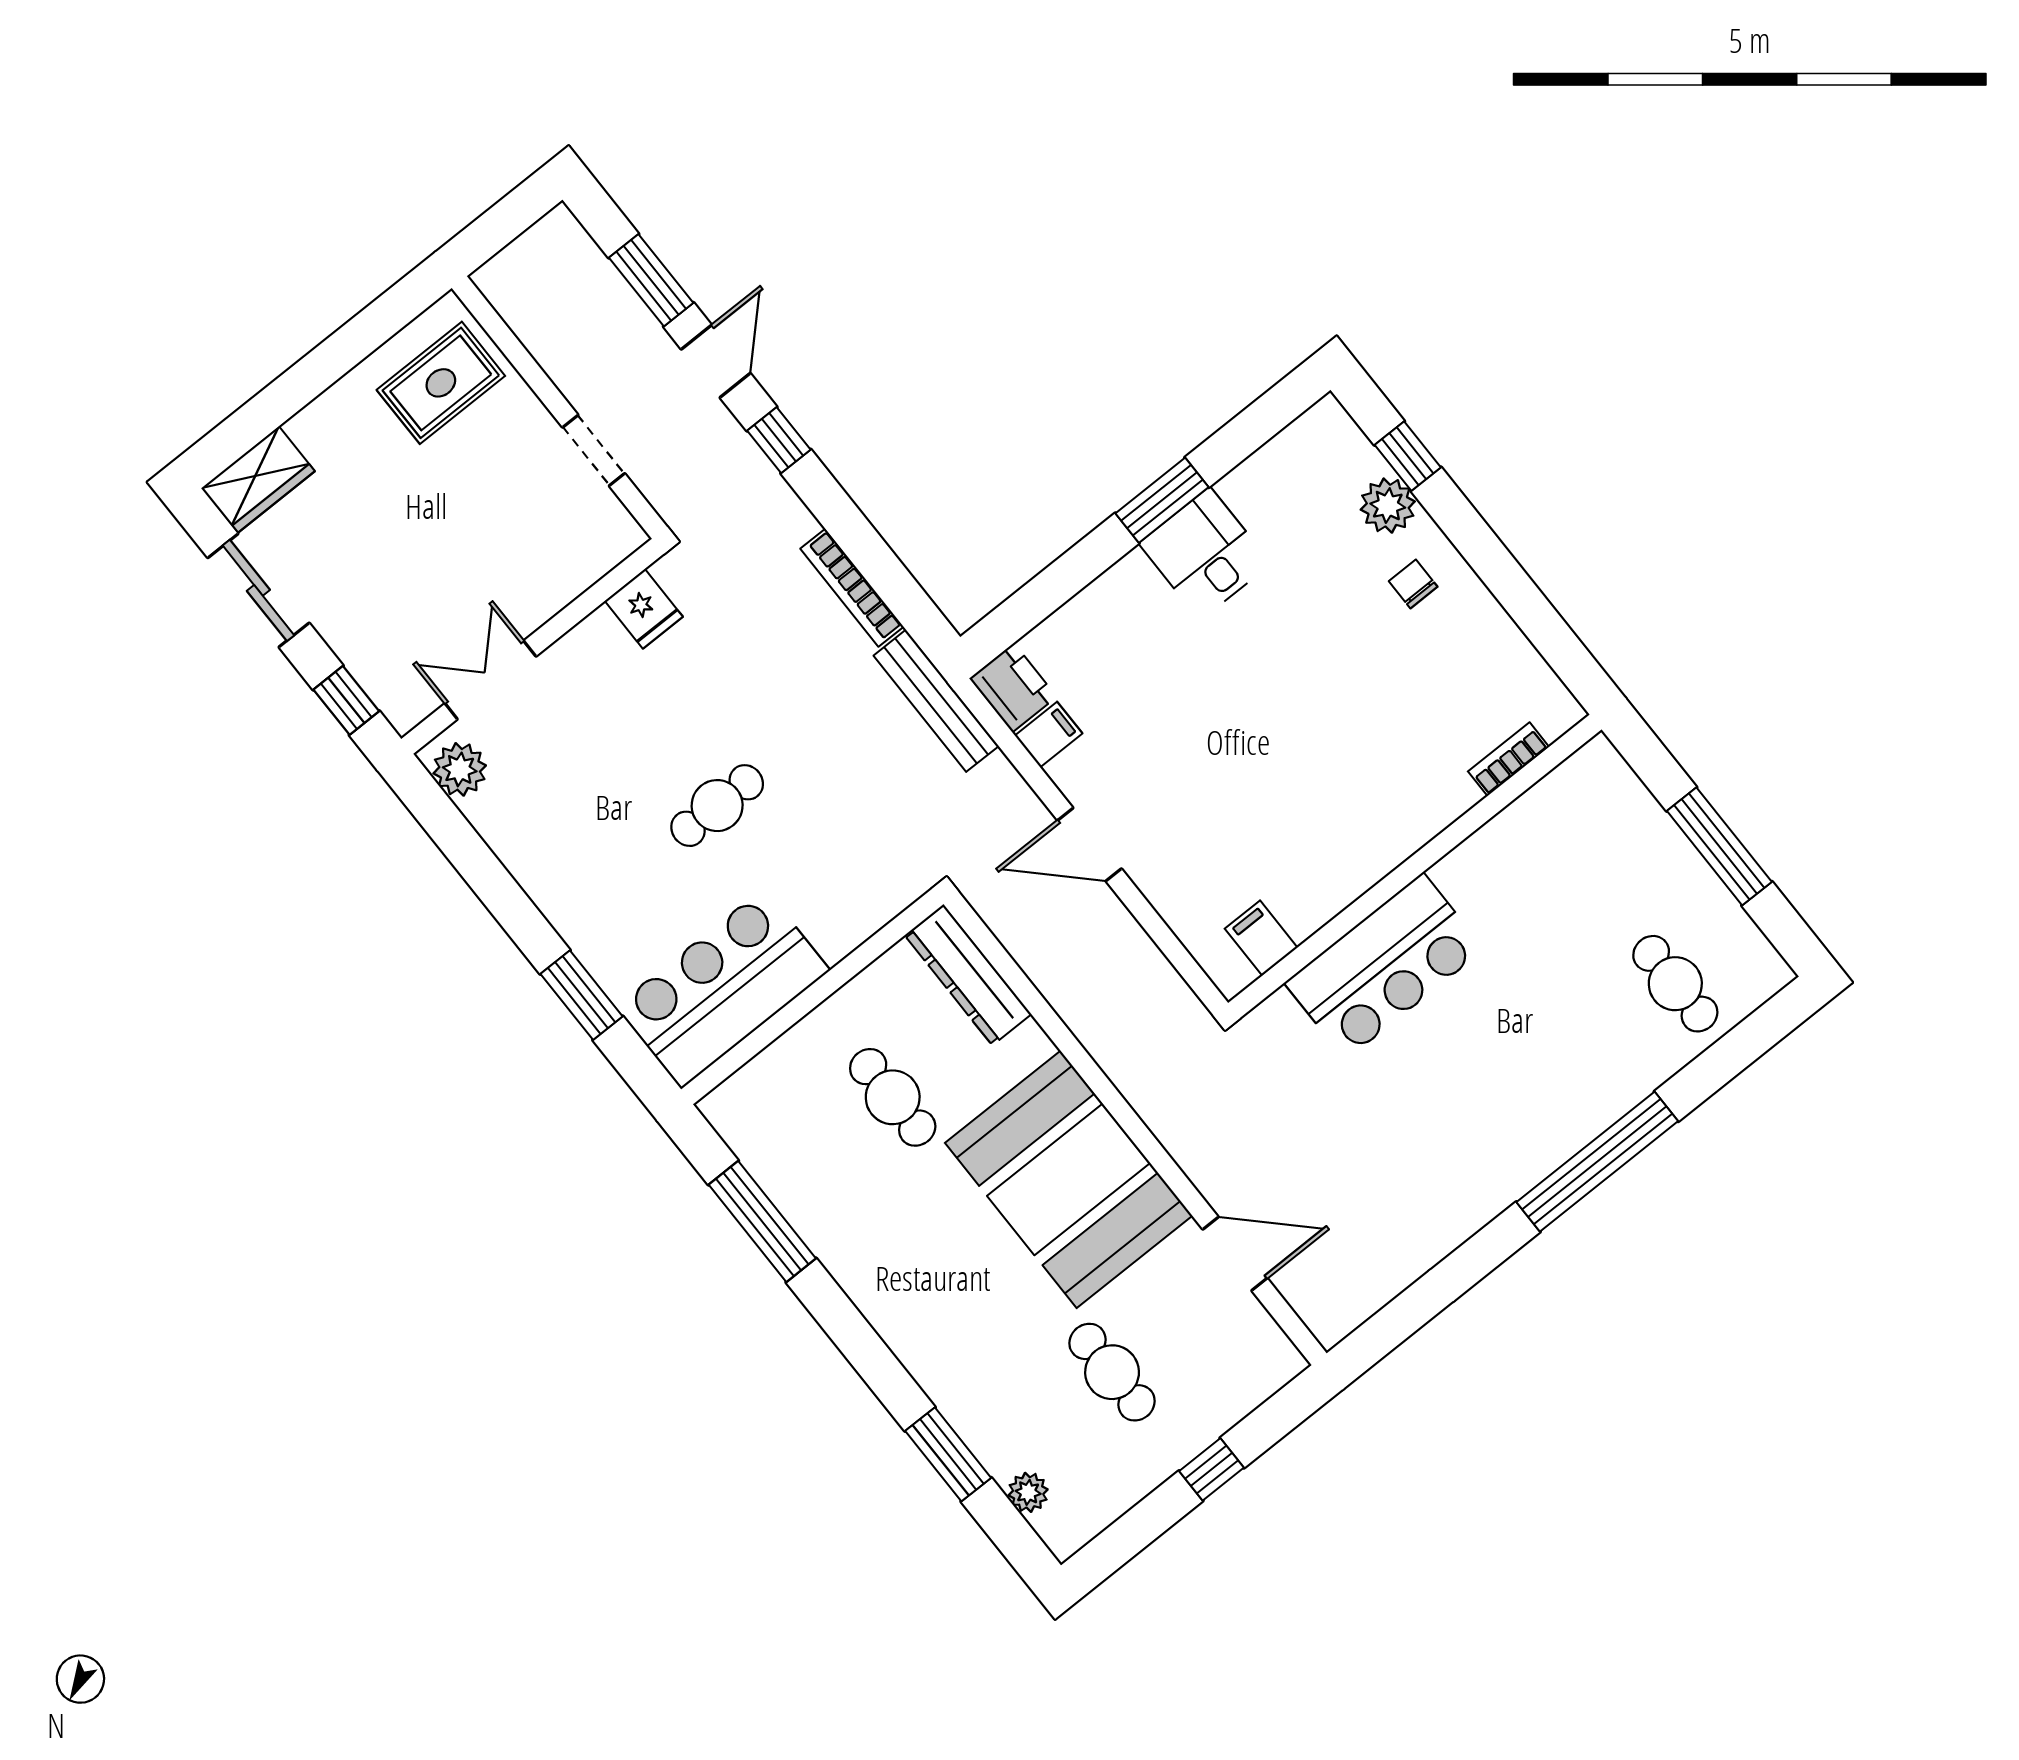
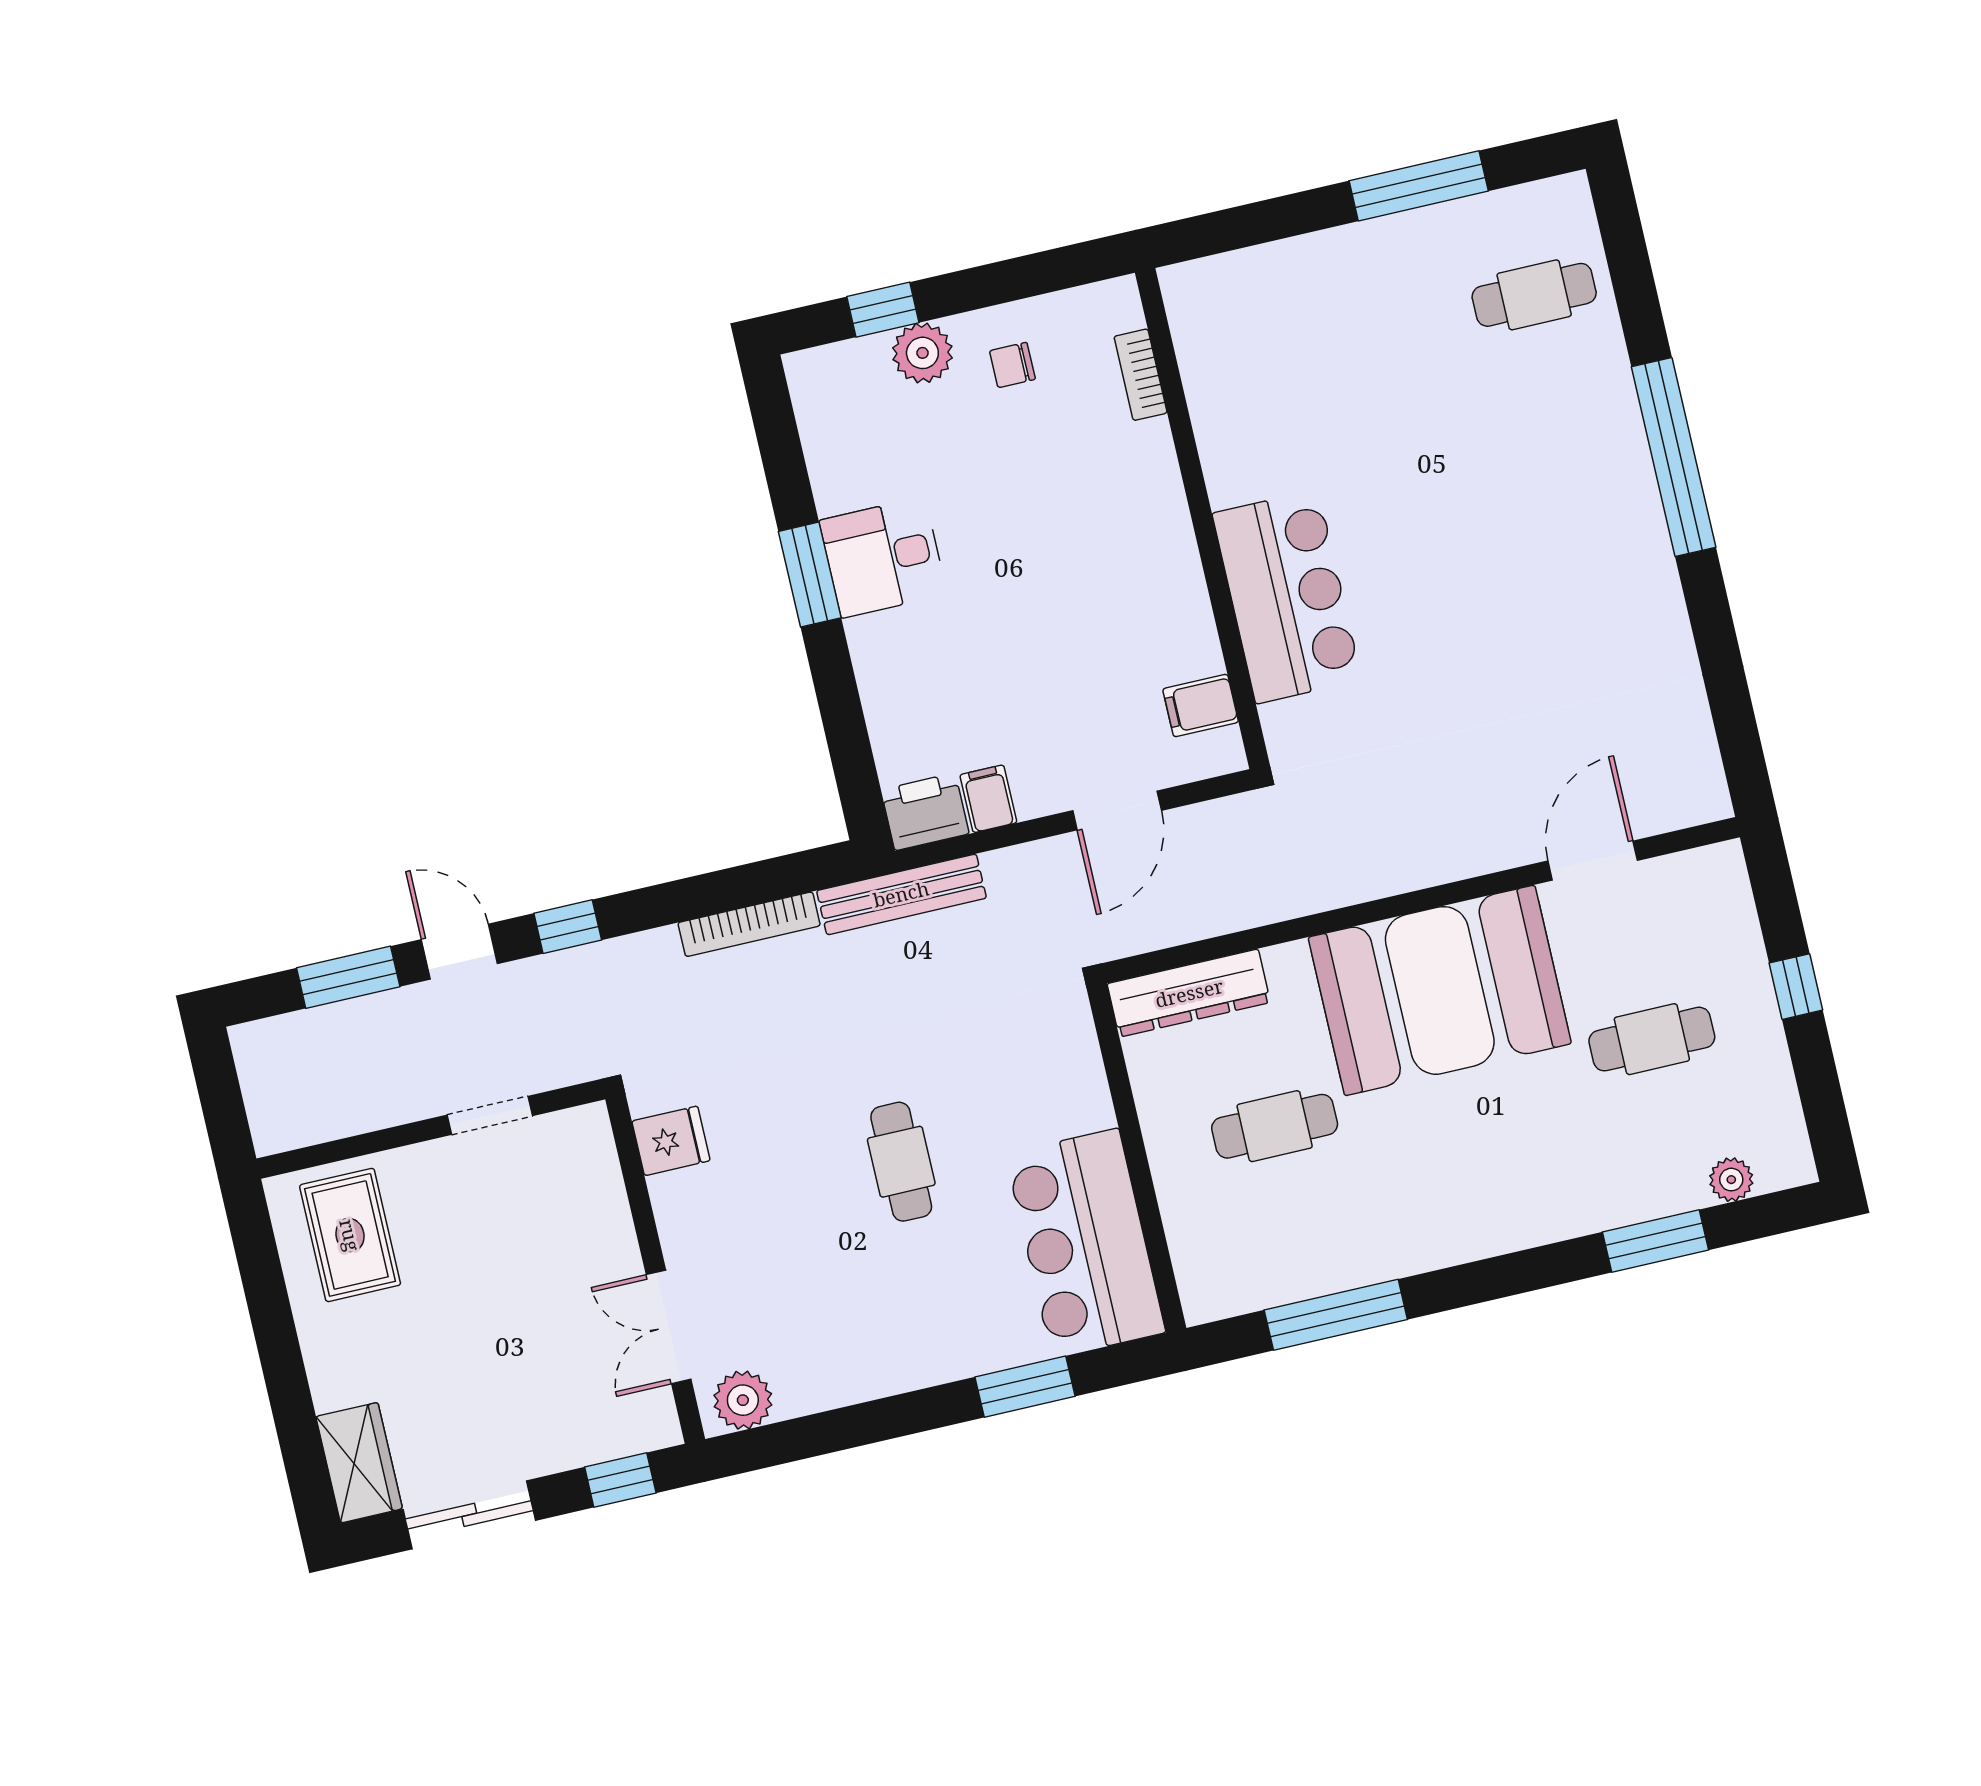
bookcase: (1509, 759) -> (1141, 375), moved
wall: (1415, 866) -> (1202, 519), moved
filing cabinet: (1261, 938) -> (1201, 706), moved
bar counter: (1384, 966) -> (1287, 597), moved

